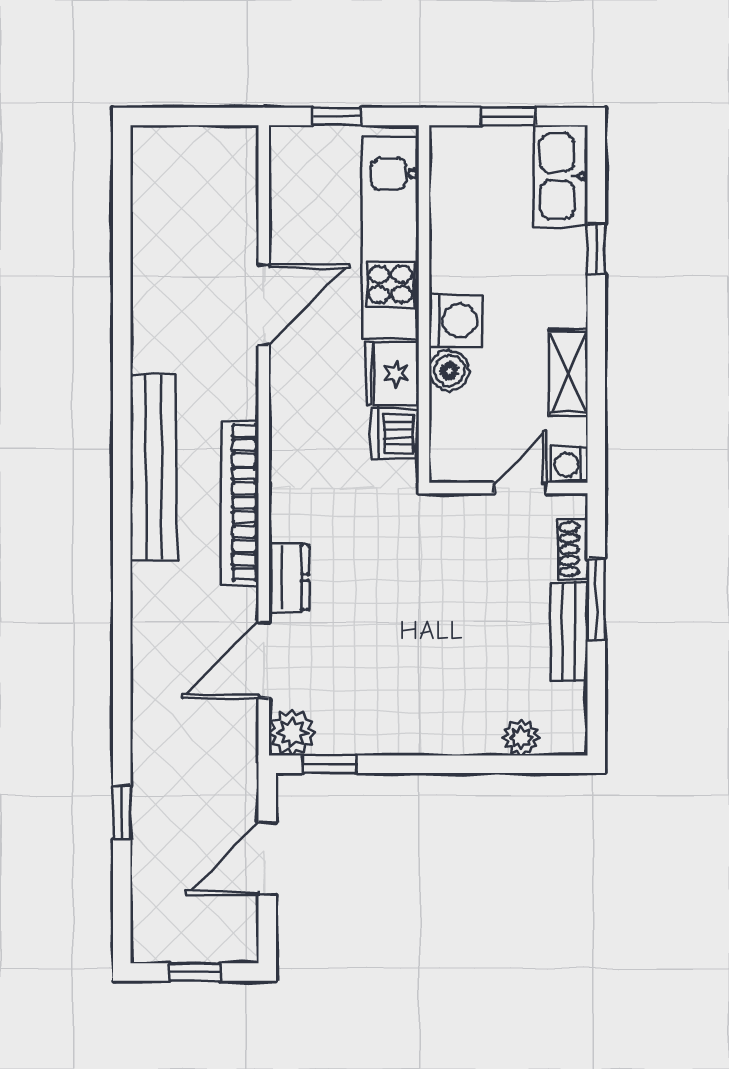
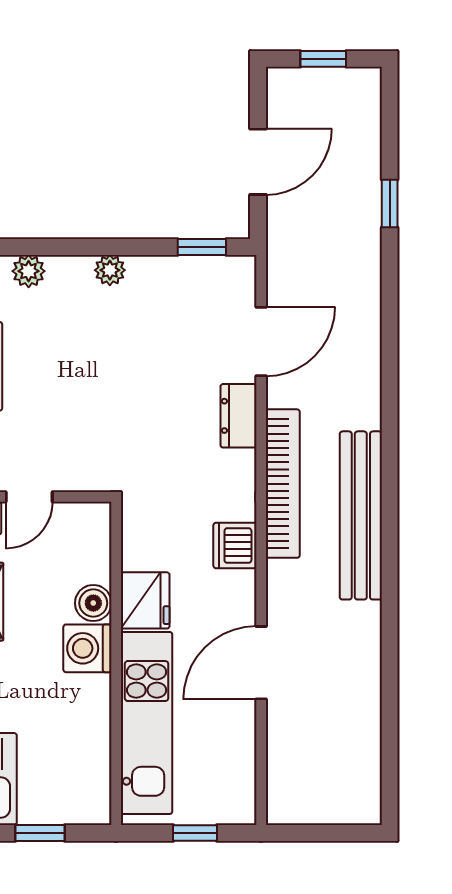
dishwasher: (395, 434) -> (235, 546), moved, turned 180
plant: (292, 732) -> (110, 270), moved, width x0.73, depth x0.73

